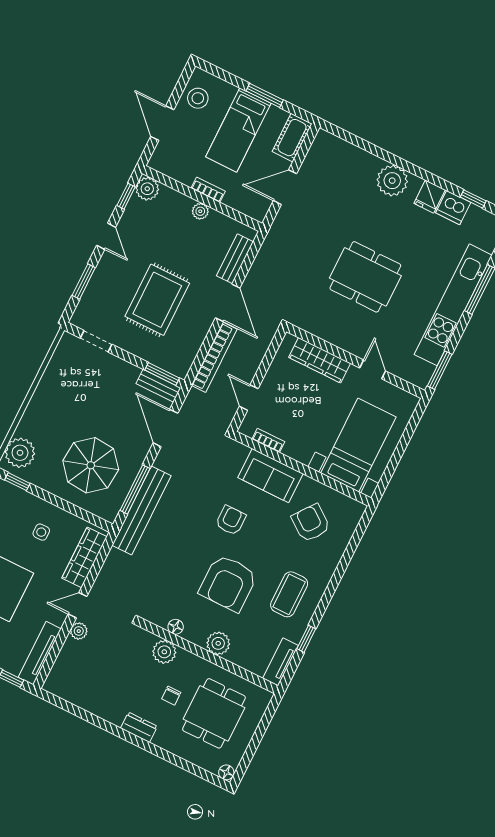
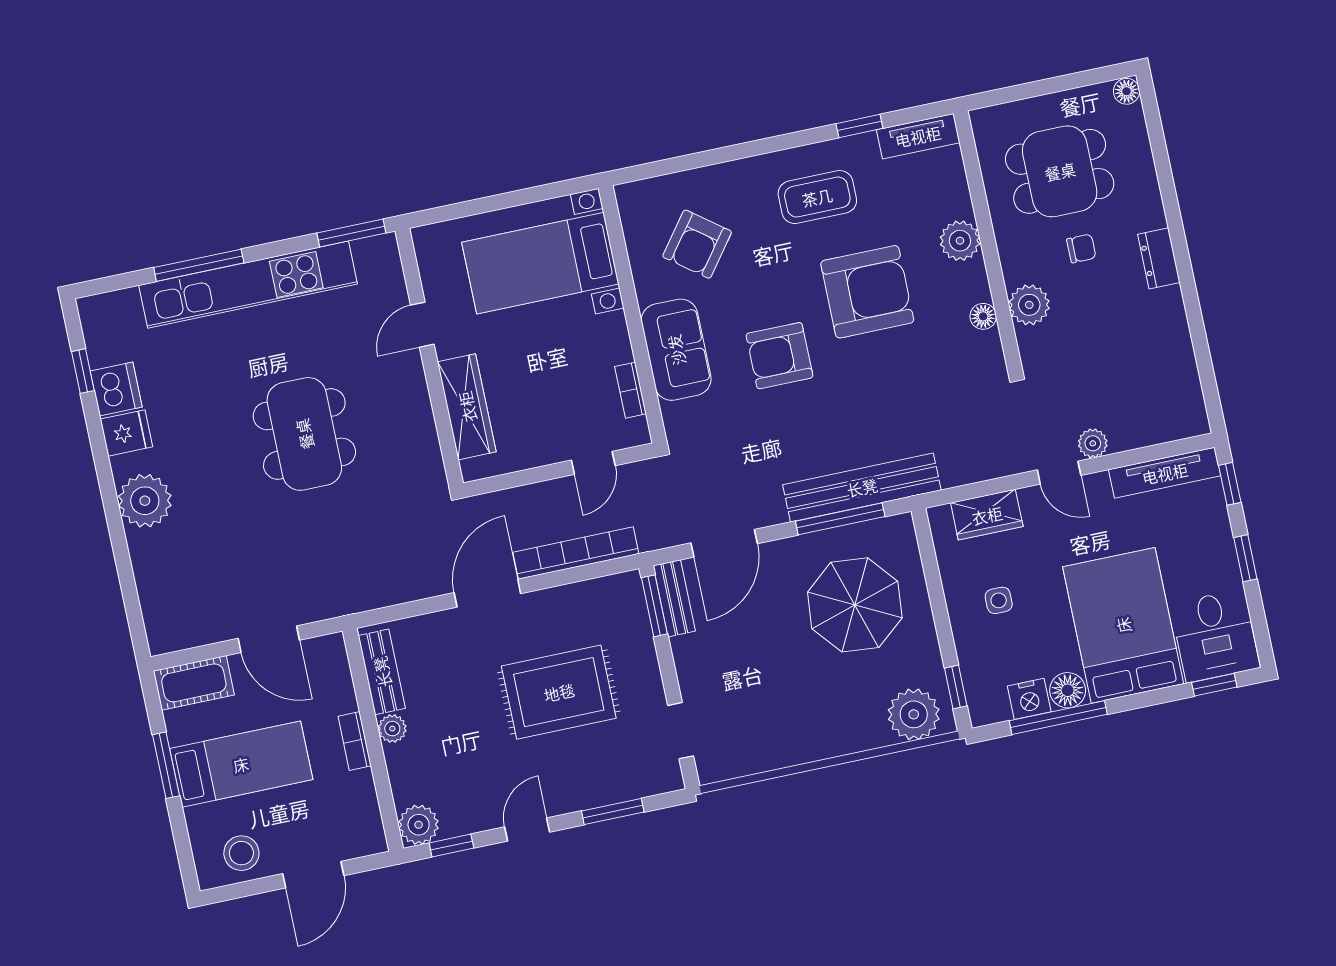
bench: (235, 259) -> (382, 672), moved, turned 90
armchair: (231, 520) -> (779, 356), width x1.38, depth x1.38
wardrobe: (84, 557) -> (987, 515), width x0.67

